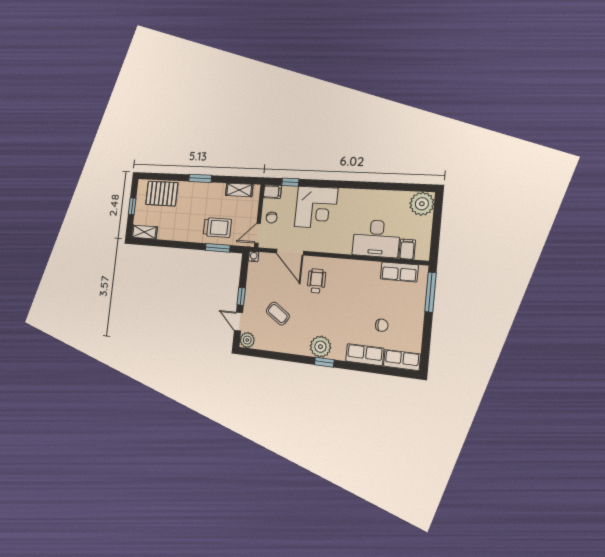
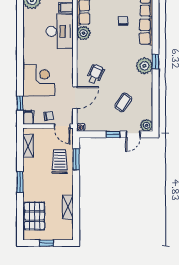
shelving: (144, 232) -> (68, 207), moved
plant: (371, 270) -> (84, 33), added
wheelchair: (316, 281) -> (95, 74), turned 114

